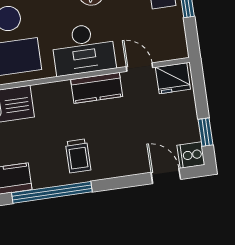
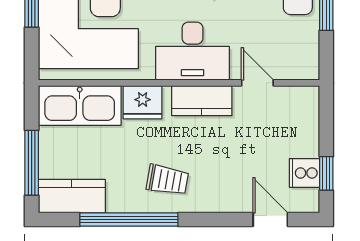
fridge: (173, 78) -> (143, 102), moved
cooker: (191, 155) -> (304, 173), moved
trolley: (78, 156) -> (167, 180), turned -80

